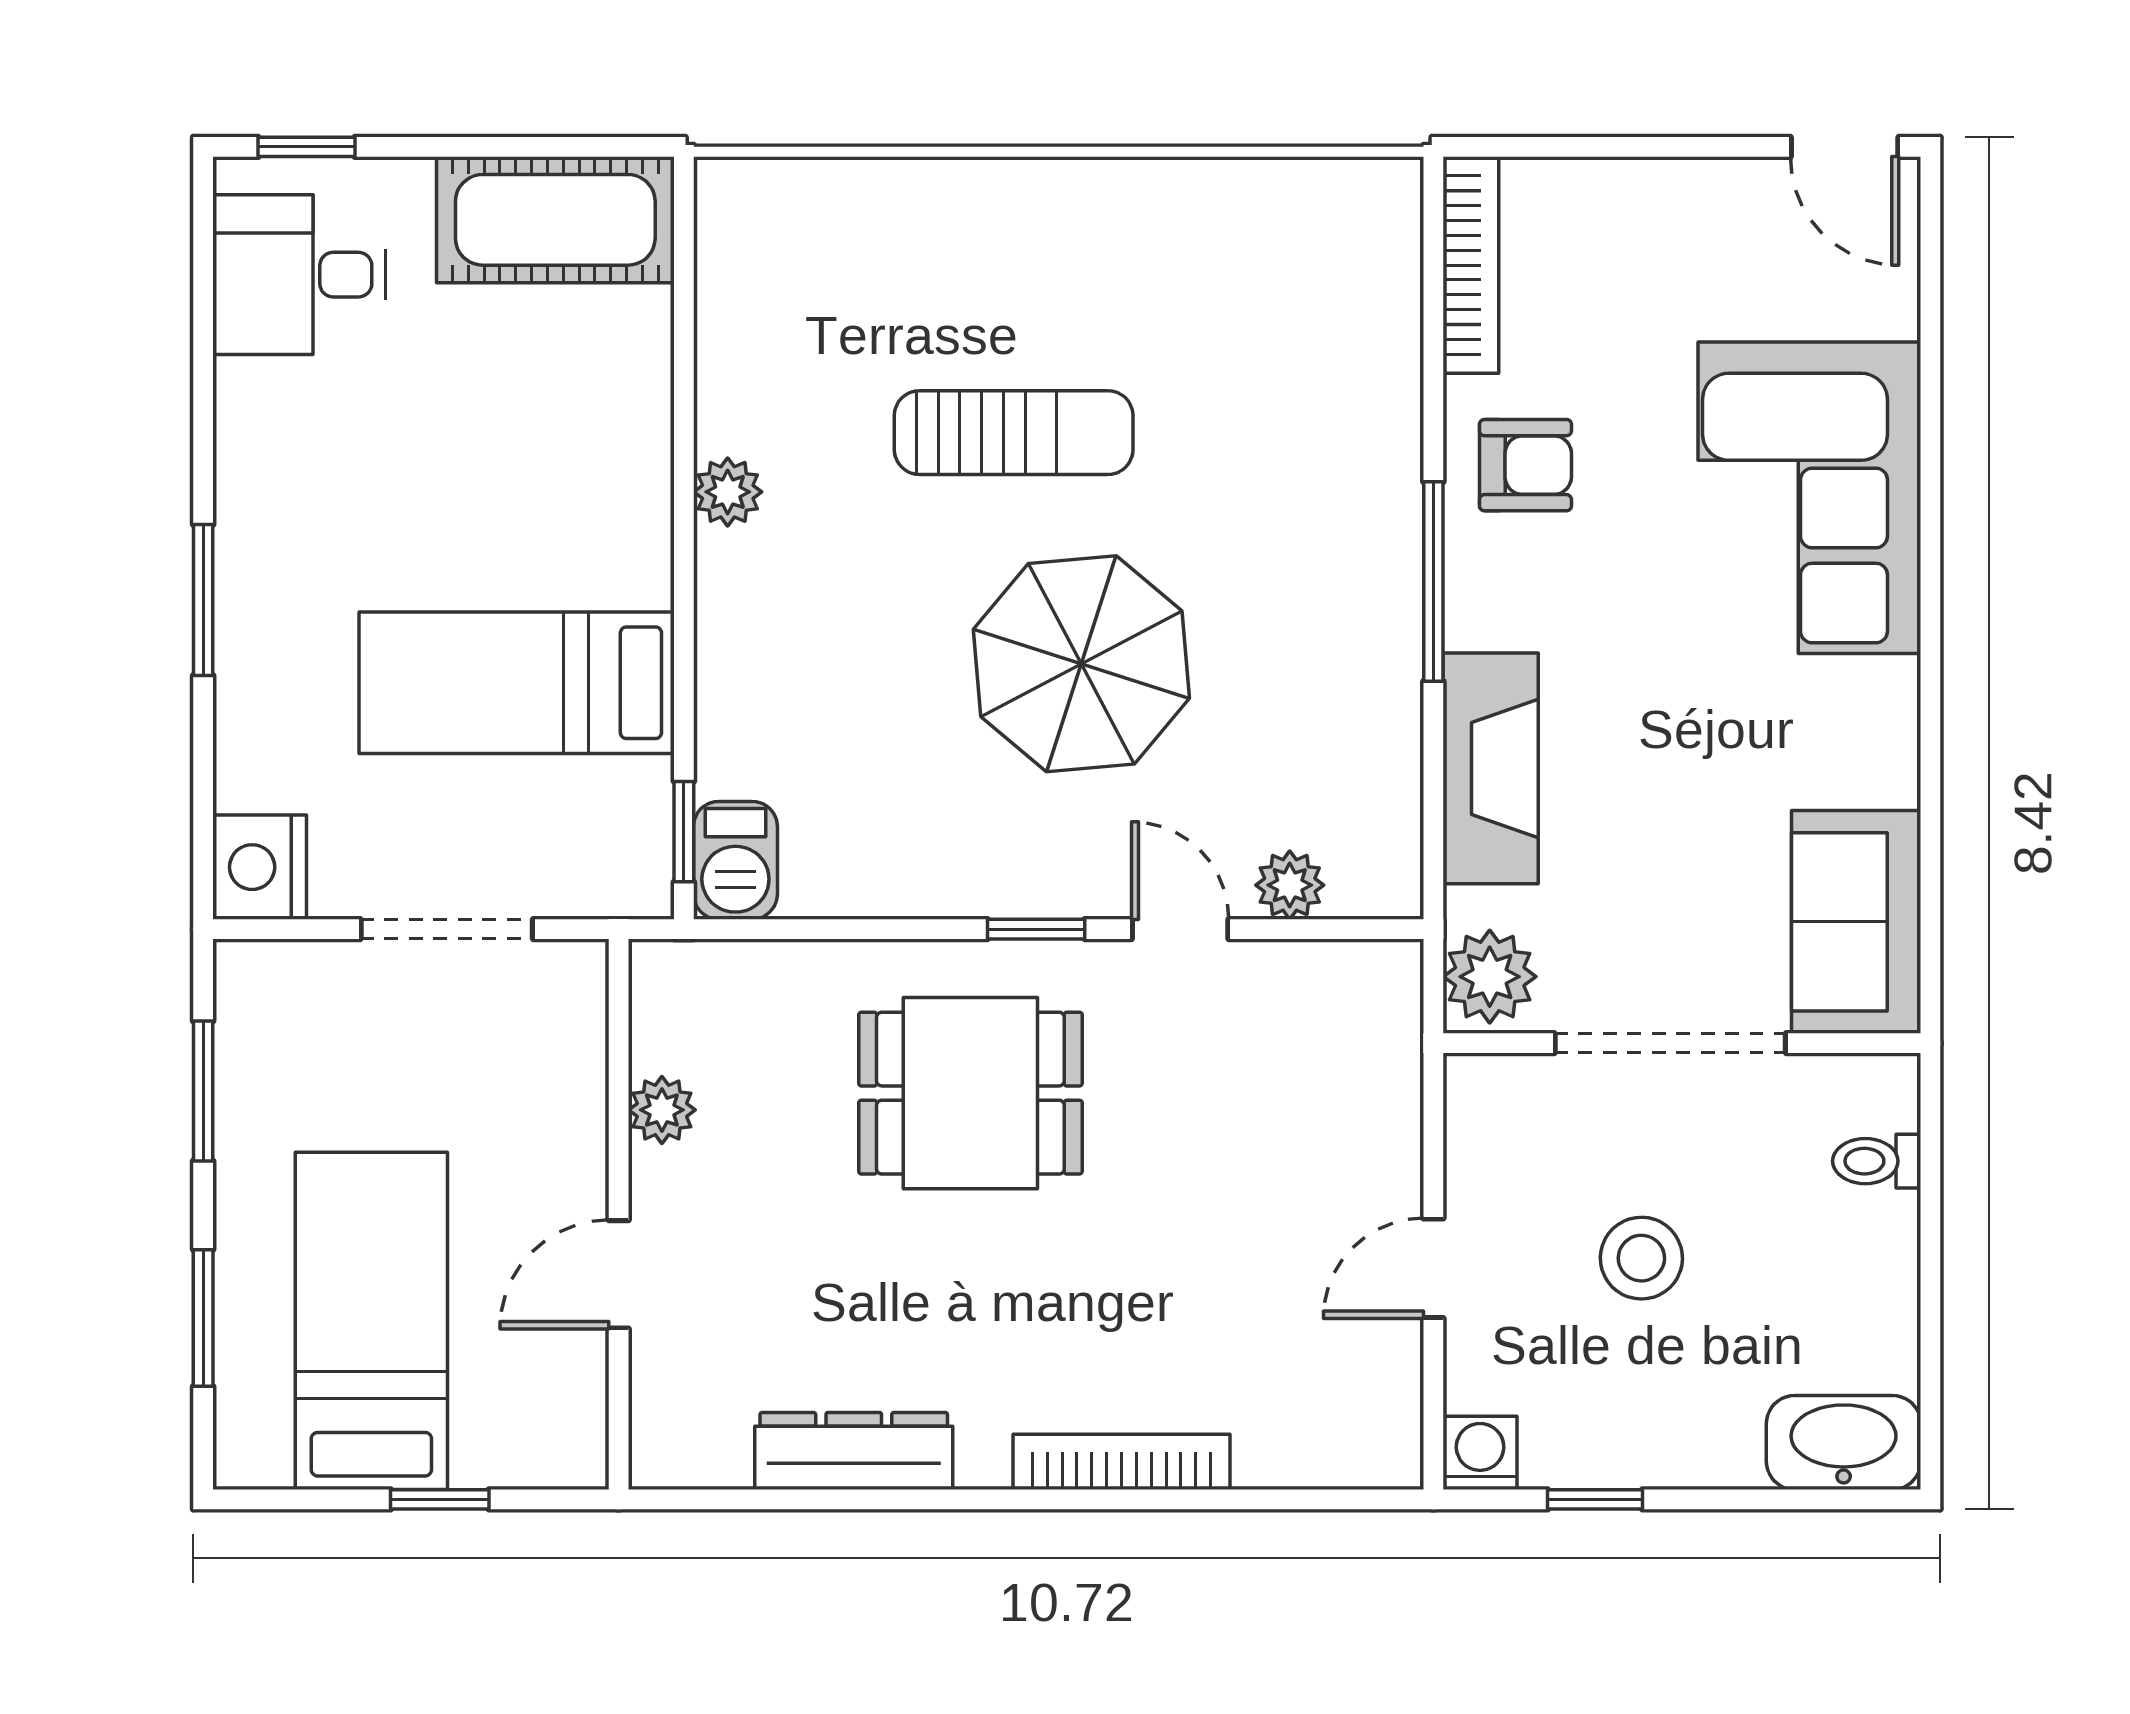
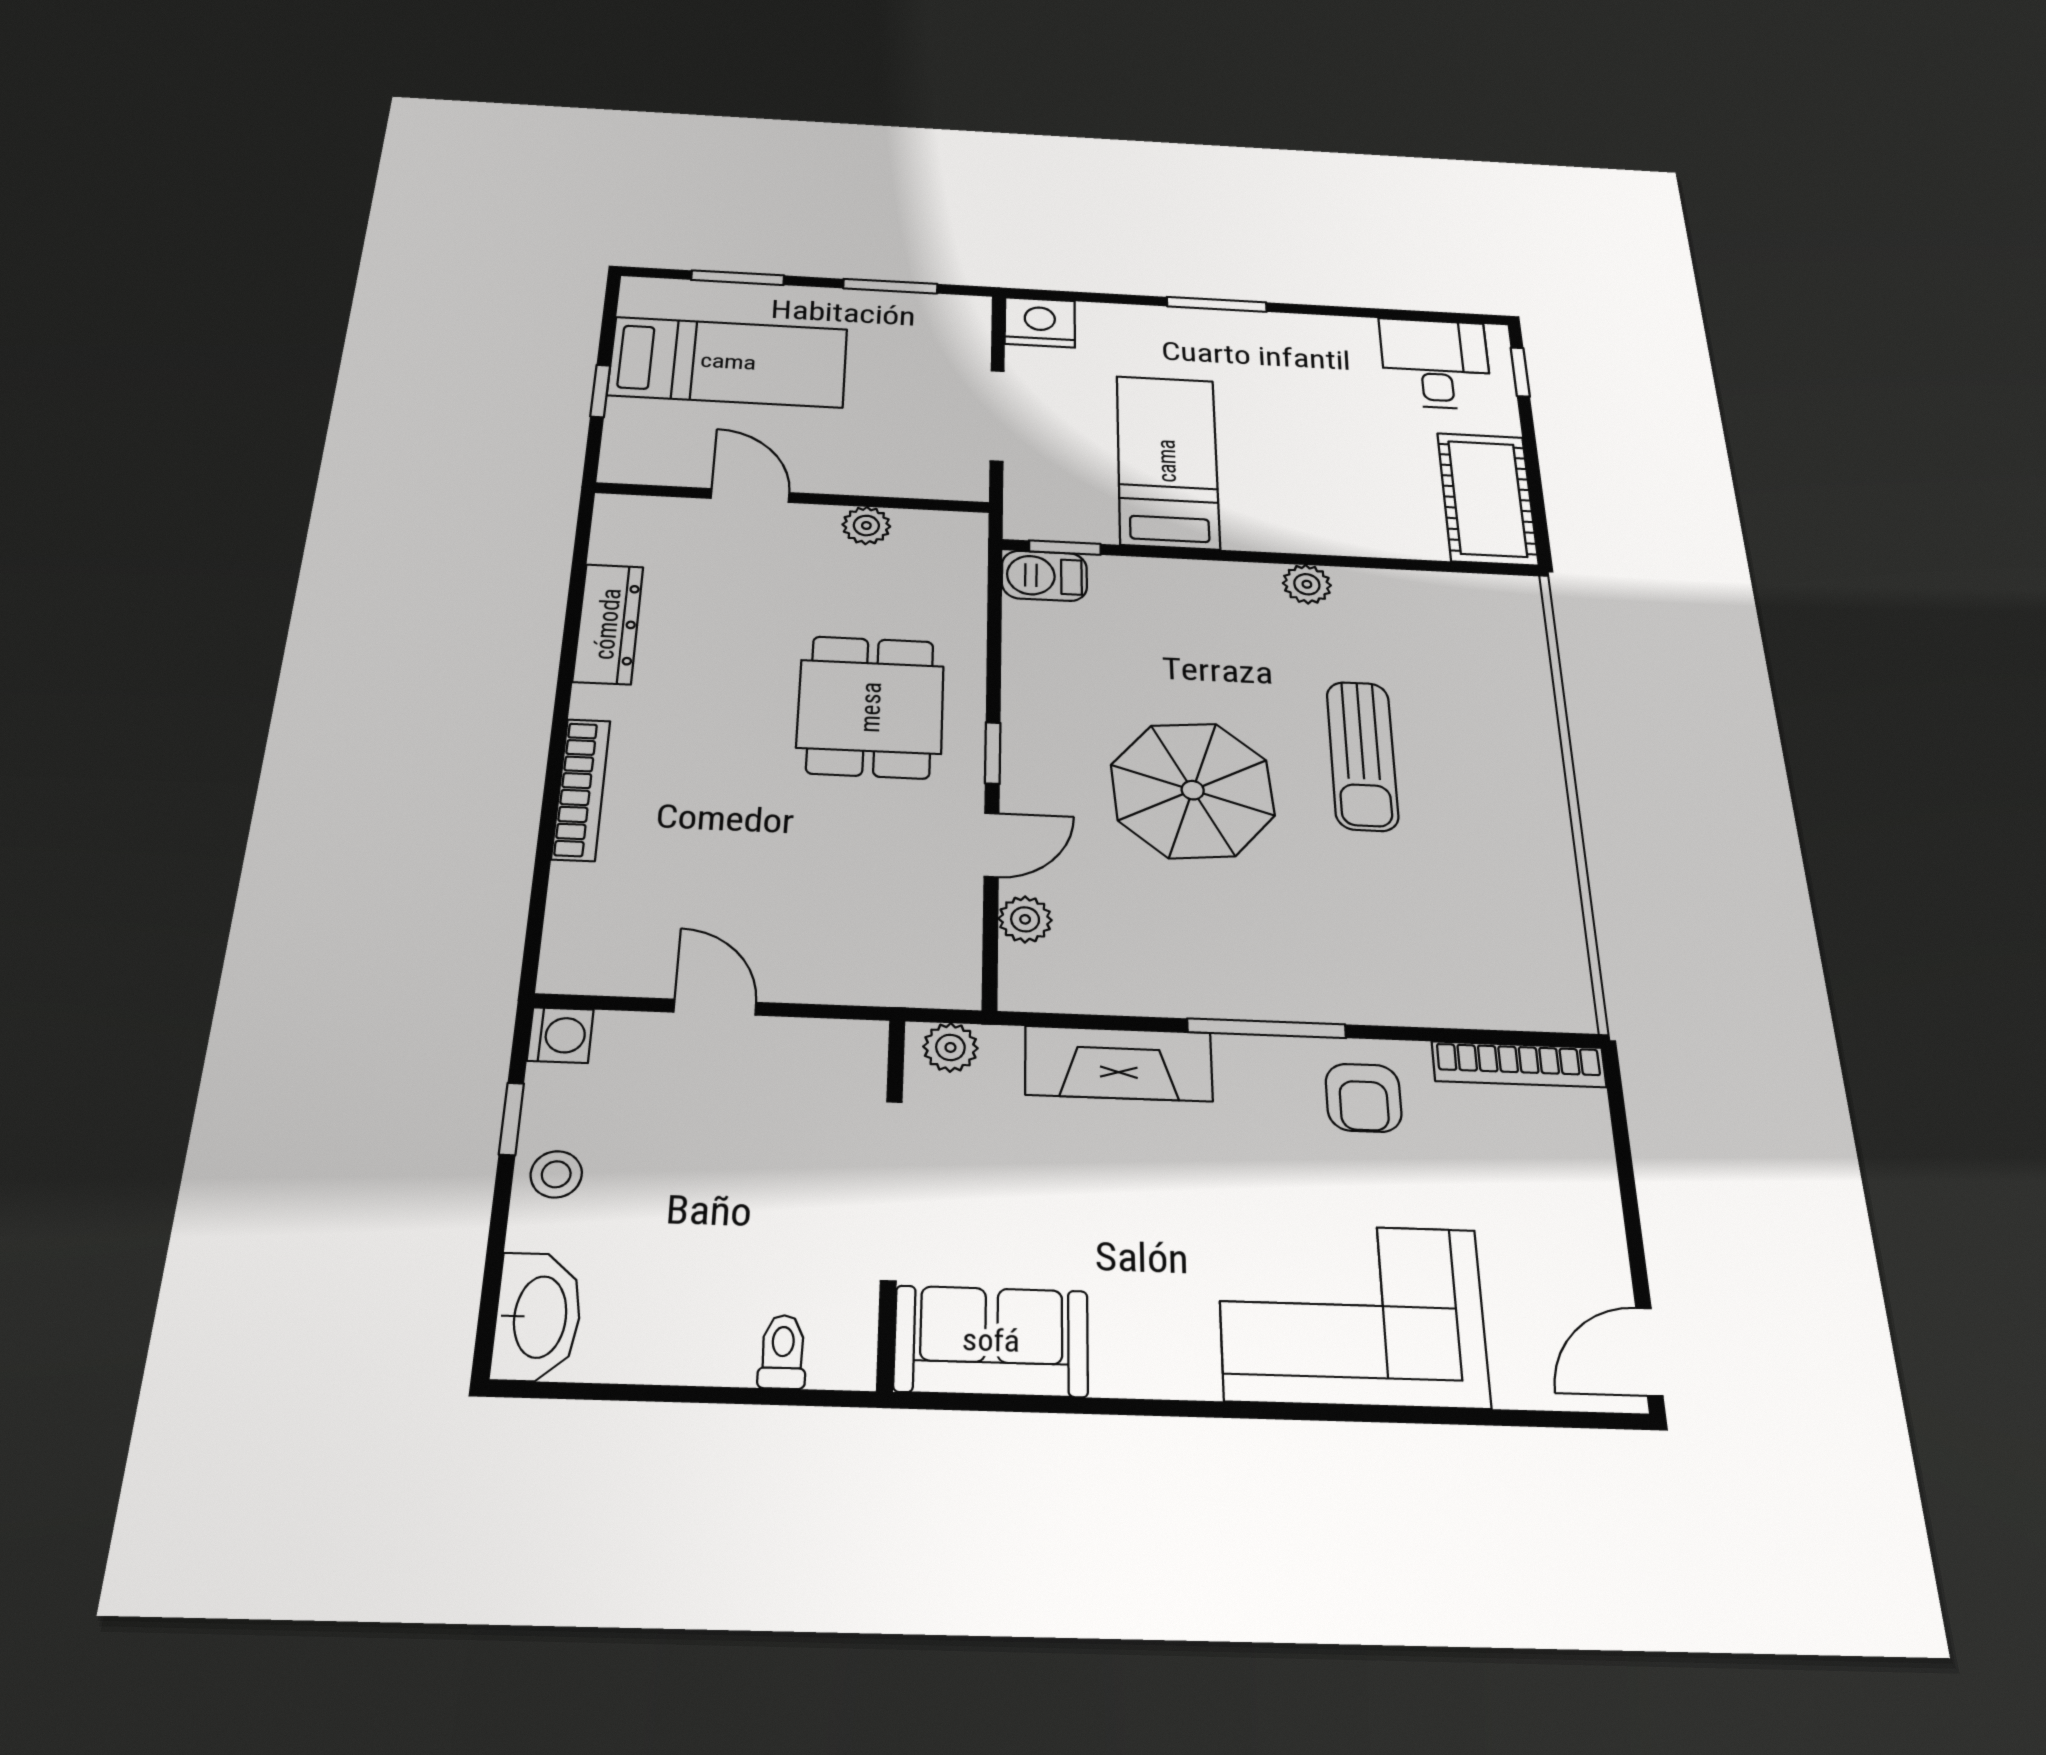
plant: (1490, 977) -> (950, 1047), width x0.73, depth x0.73
stool: (1641, 1258) -> (556, 1174), moved, width x0.73, depth x0.73

